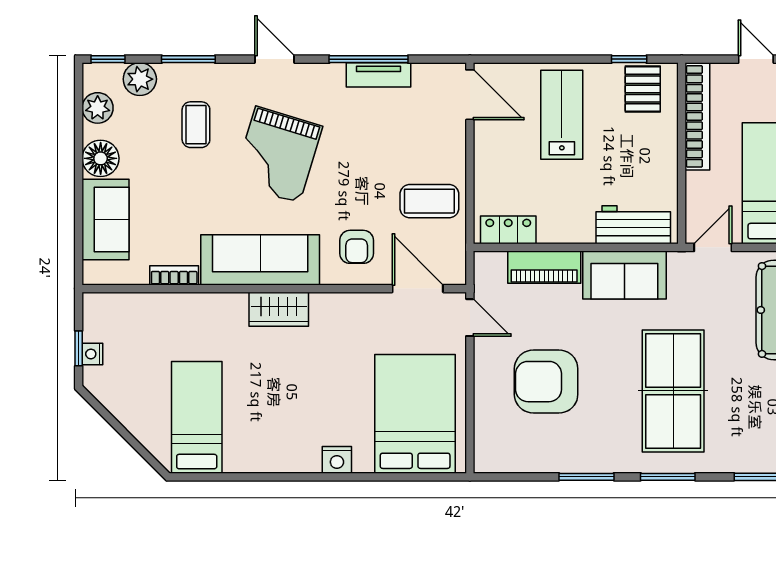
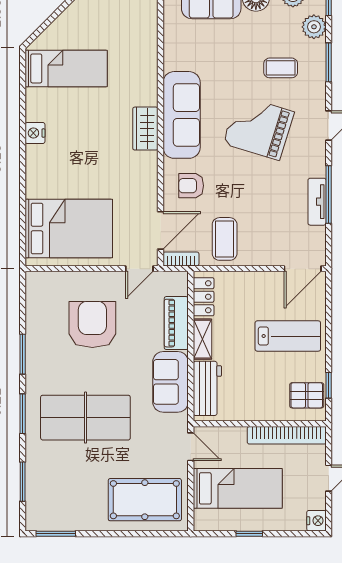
shelving: (566, 231) -> (202, 339), added
bookcase: (174, 275) -> (181, 259), moved, turned -90
nightstand: (337, 460) -> (35, 133), moved

